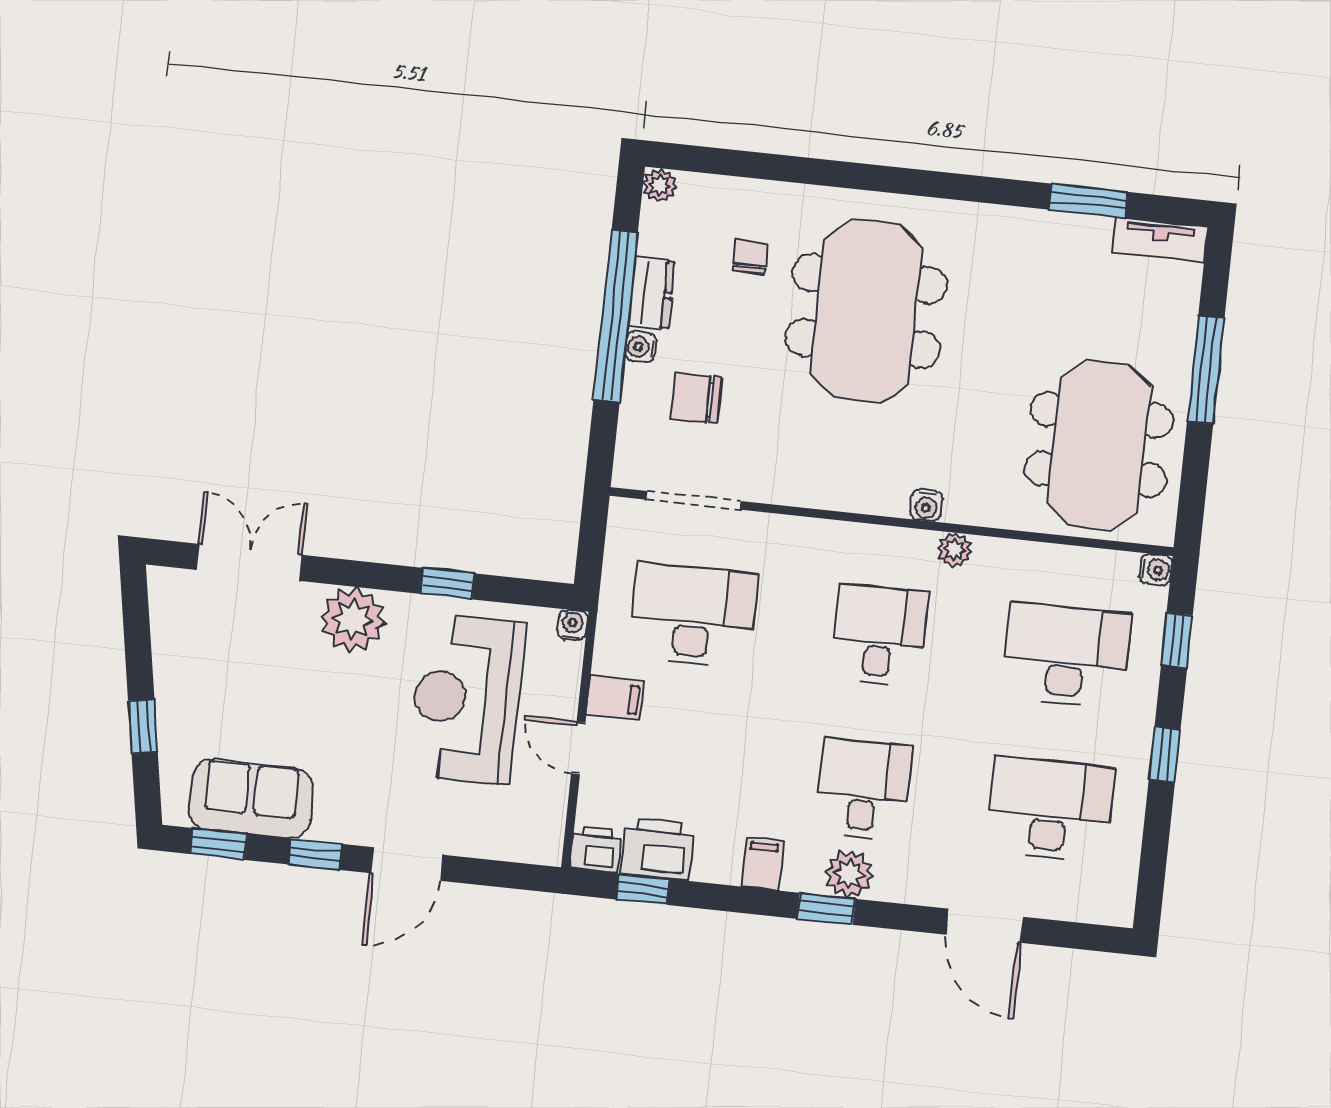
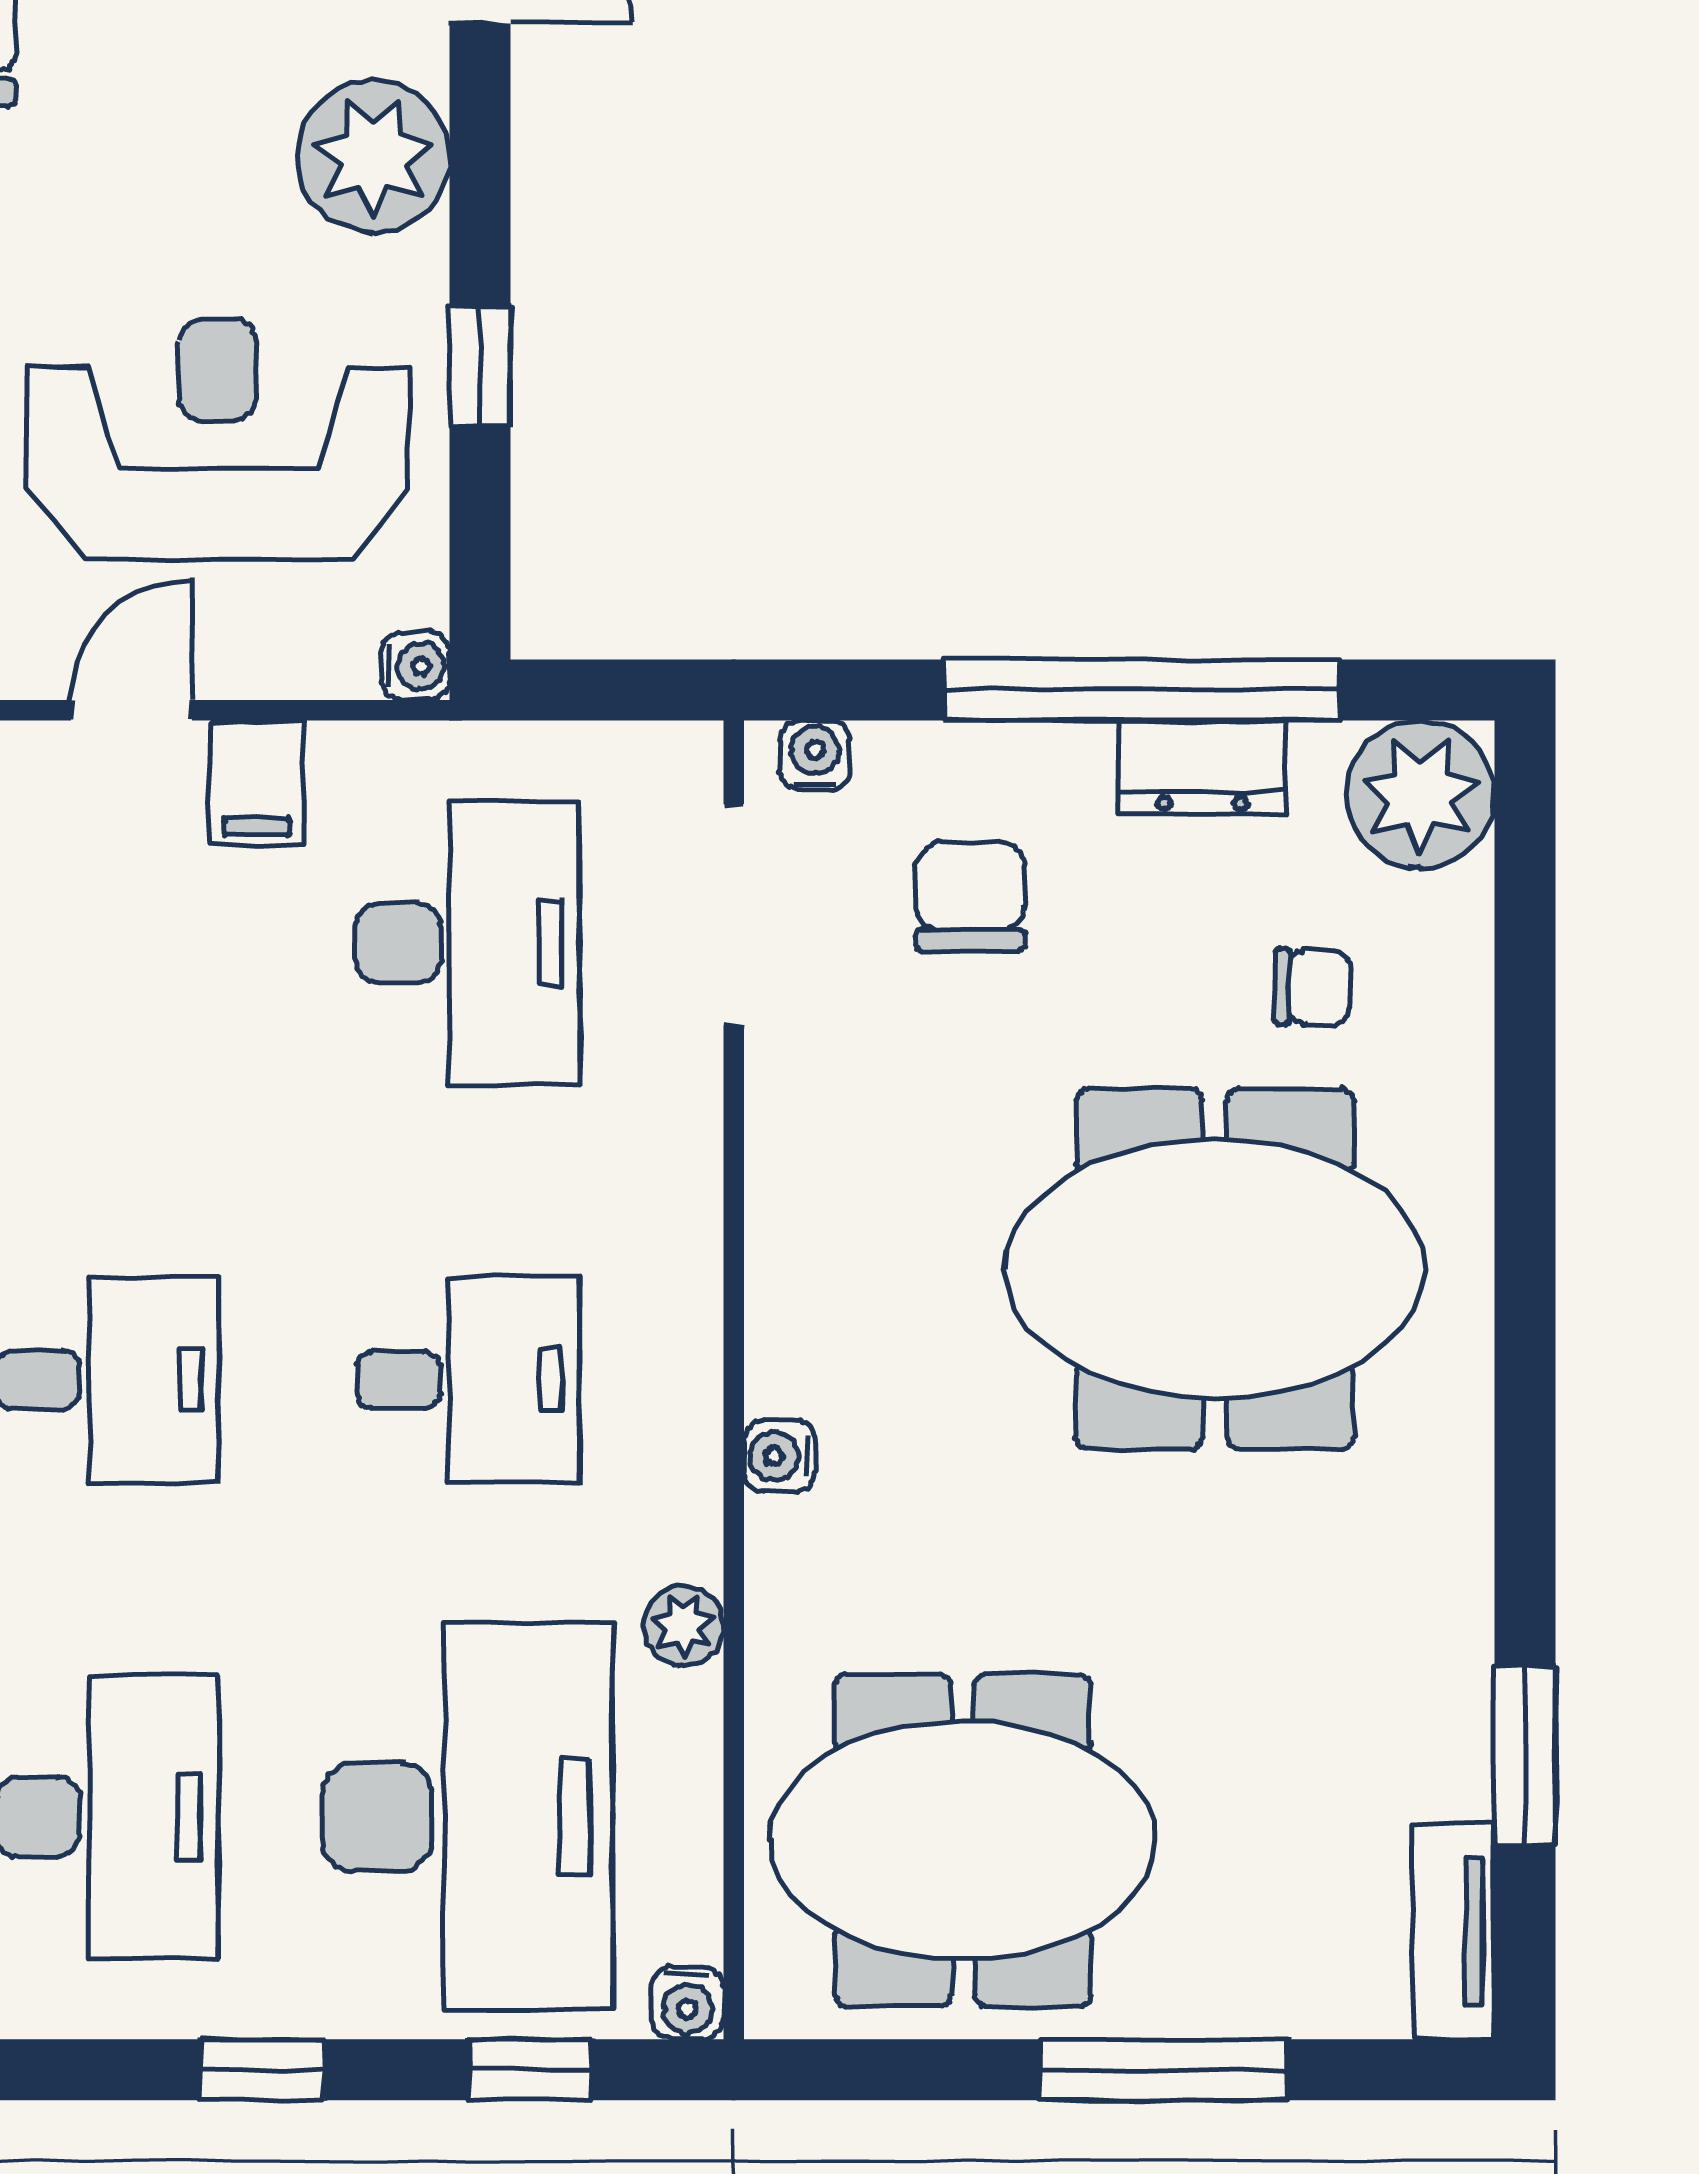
plant: (660, 185) -> (1420, 794), width x1.87, depth x1.87
water cooler: (641, 347) -> (815, 755), moved
plant: (954, 550) -> (684, 1626), moved
desk: (1066, 655) -> (468, 1817), width x1.36, depth x1.30

